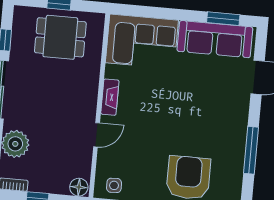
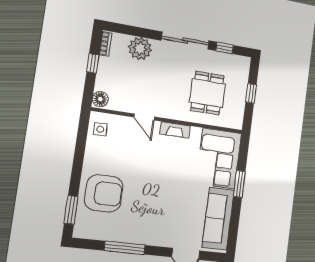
window: (223, 19) -> (239, 184), moved
dining table: (60, 37) -> (207, 93), moved

